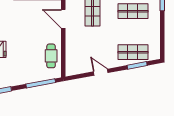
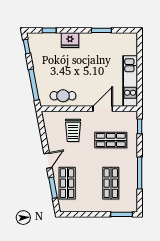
trolley: (83, 47) -> (73, 130), added
door: (101, 72) -> (48, 161), moved

